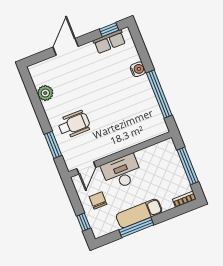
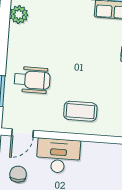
plant: (45, 93) -> (19, 15), moved
coffee table: (122, 130) -> (80, 111), added

